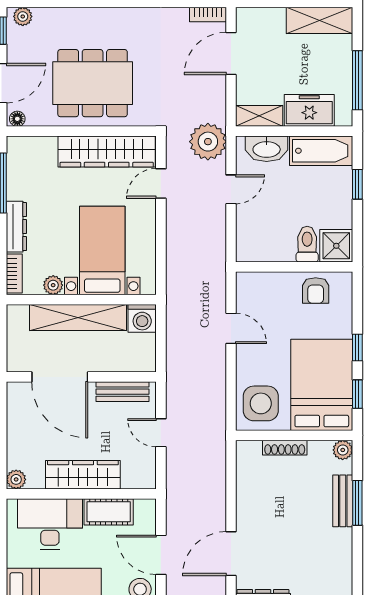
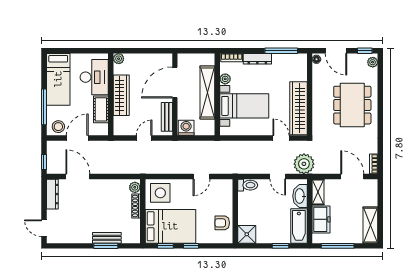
dining table: (93, 83) -> (352, 105), moved
toilet: (307, 244) -> (248, 185), moved
washing machine: (142, 318) -> (186, 128), moved, turned 90
plant: (343, 450) -> (135, 187), moved

